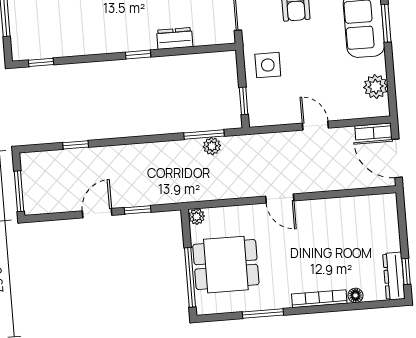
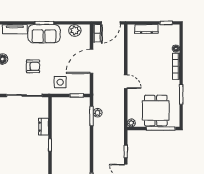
door: (315, 126) -> (92, 61), width x1.87
door: (280, 198) -> (126, 82), hinge flipped
dresser: (394, 276) -> (146, 29), moved

